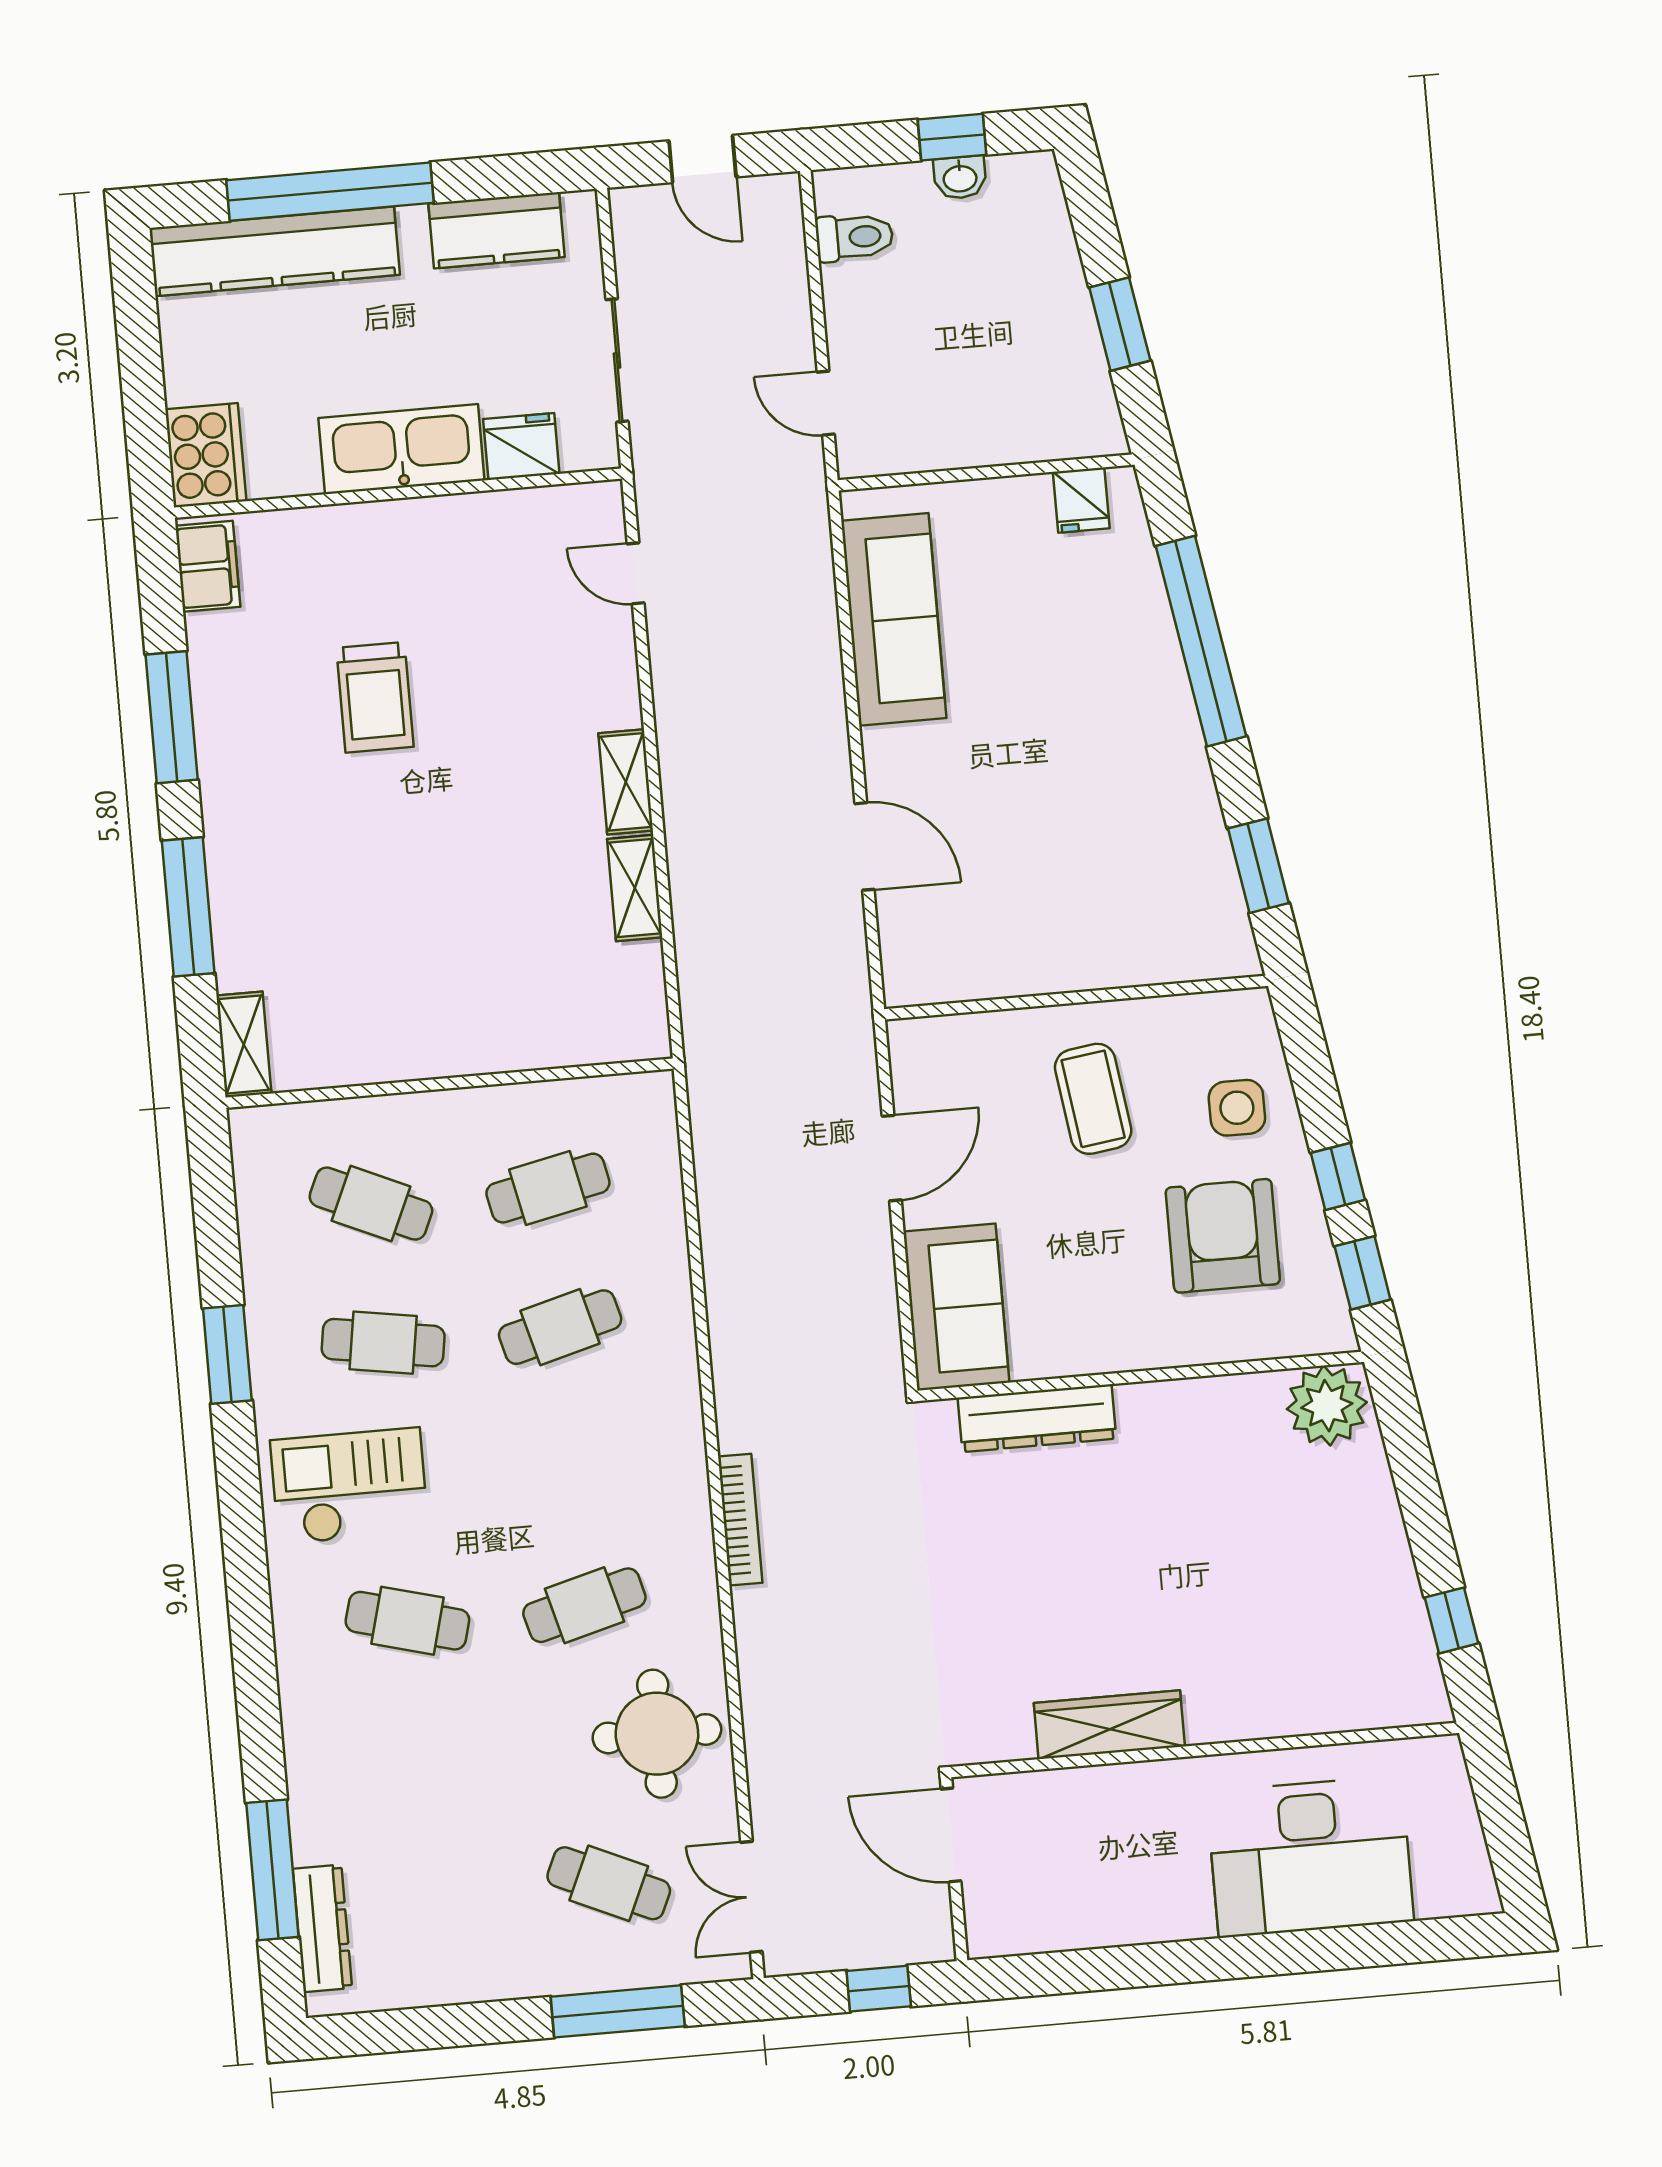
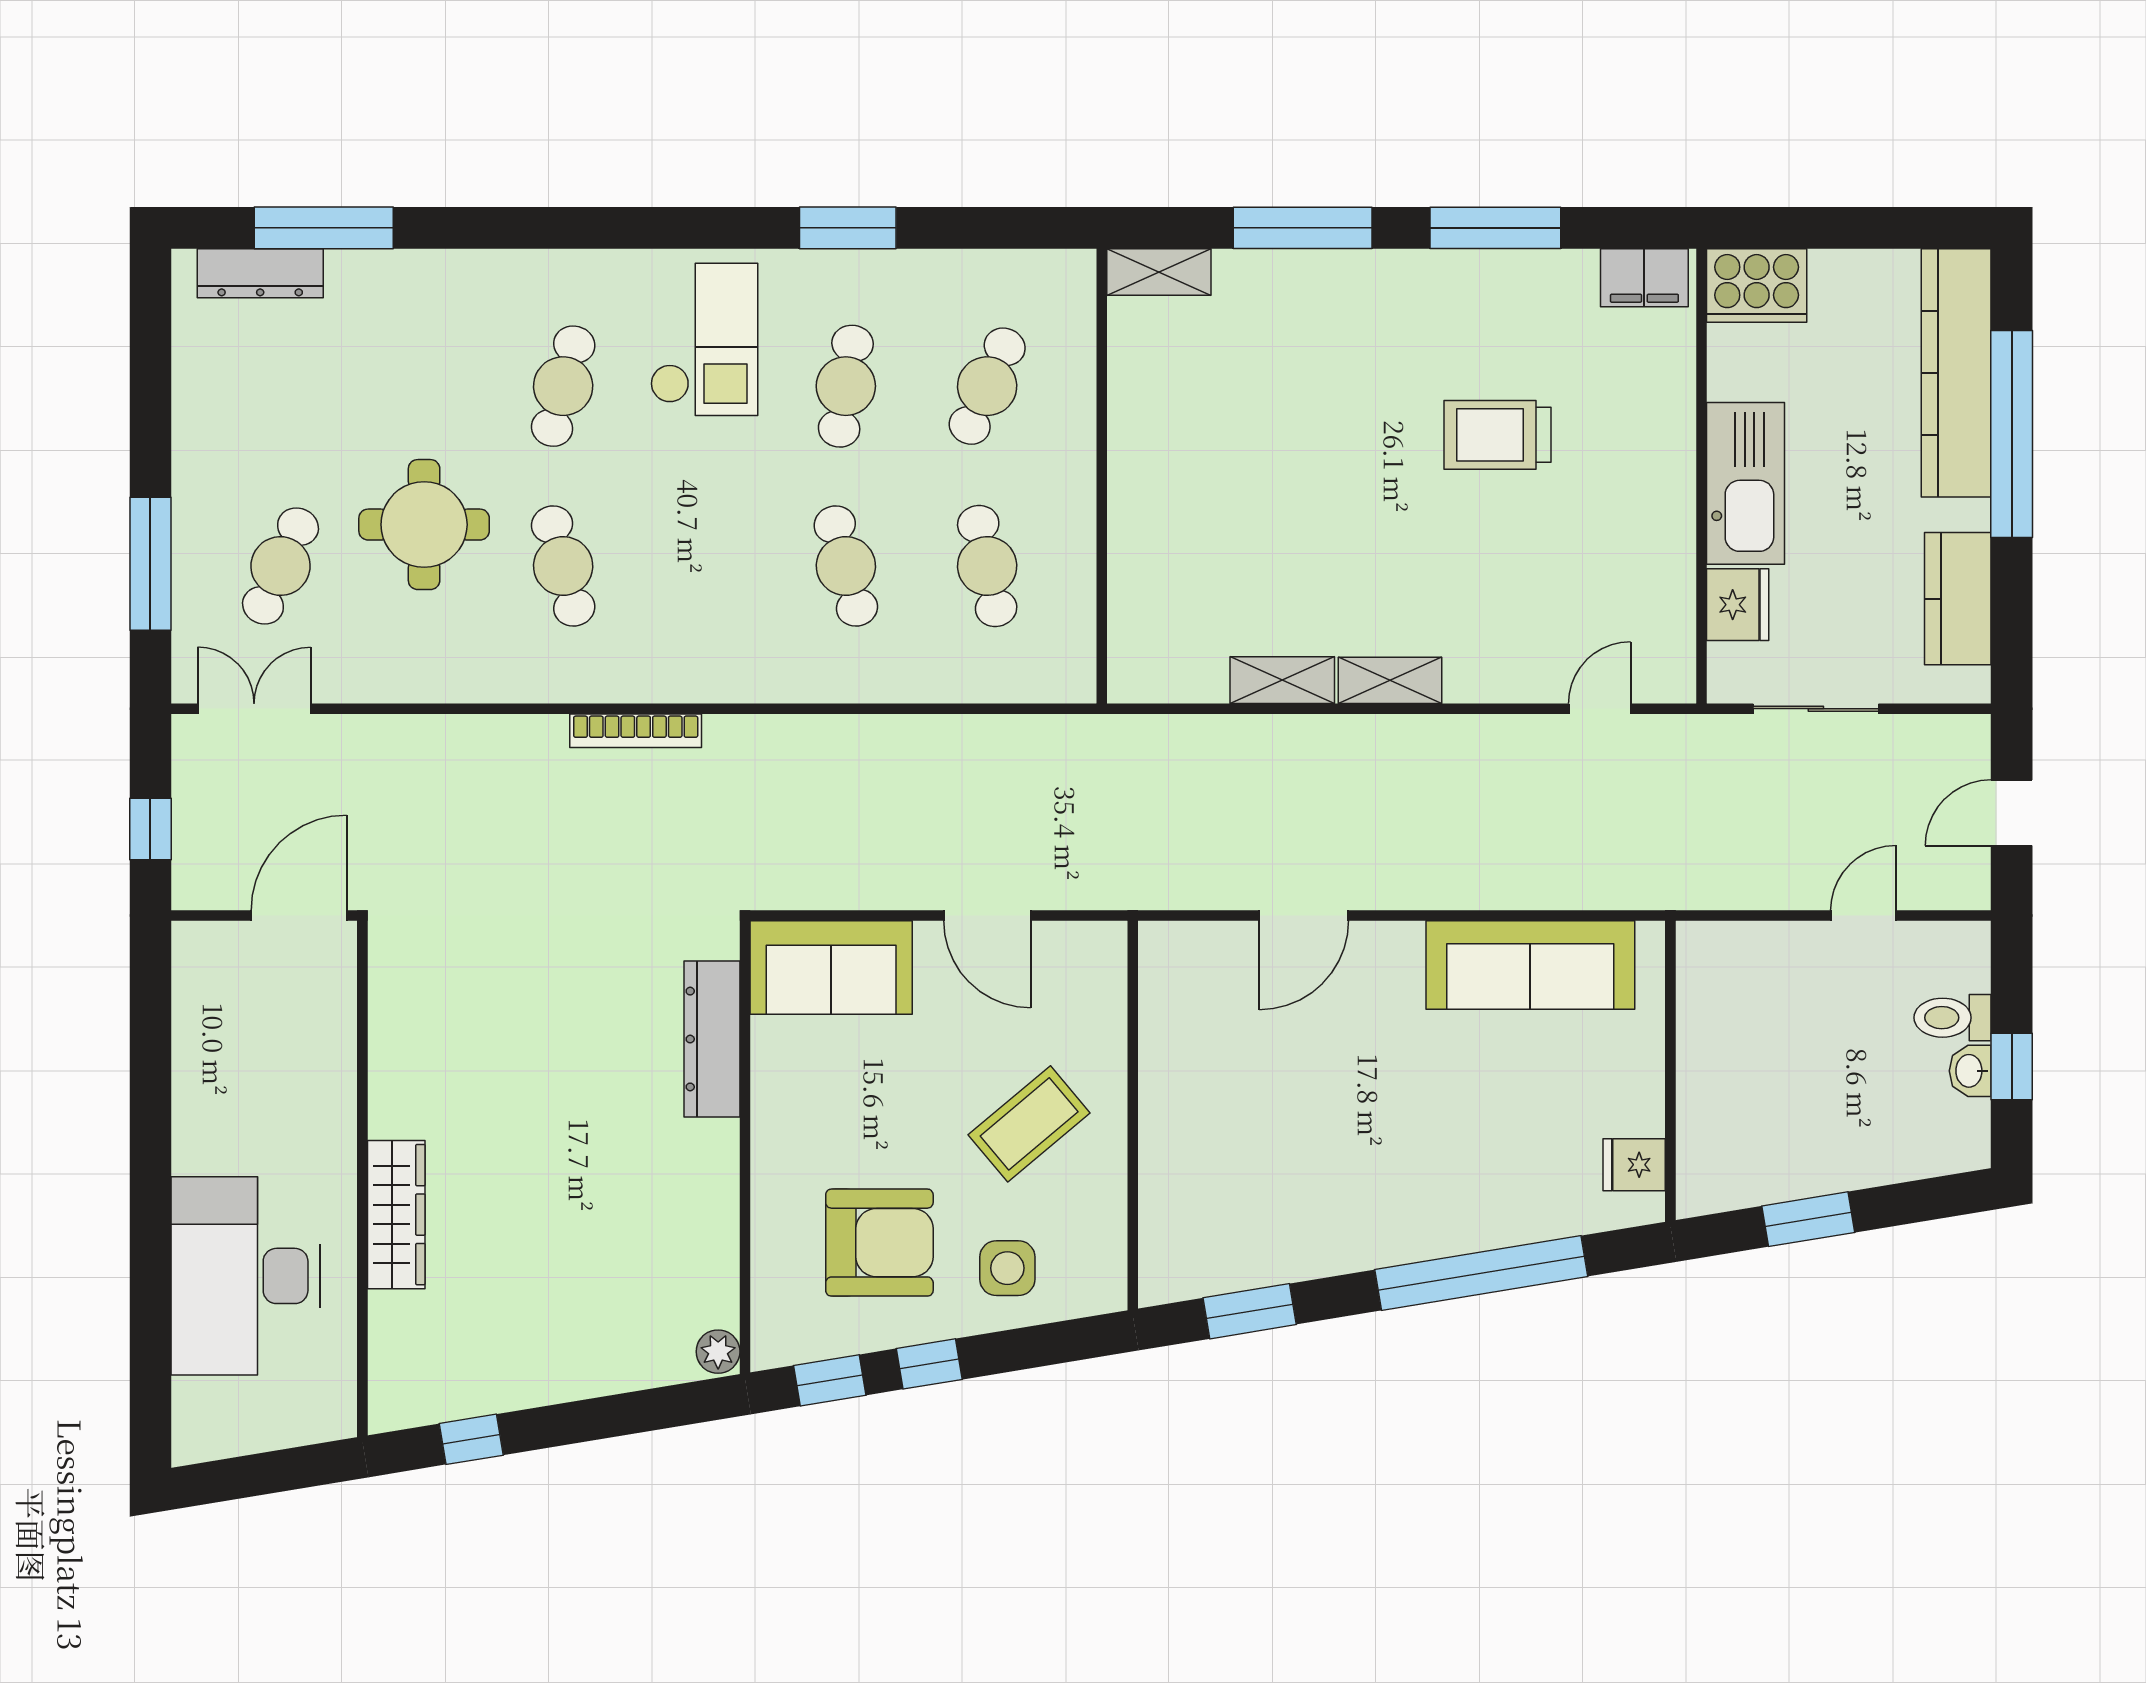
toilet: (854, 237) -> (1953, 1018), moved, turned 90
door: (826, 403) -> (1863, 916), moved
coffee table: (1093, 1099) -> (1029, 1124), turned -32
plant: (1327, 1406) -> (718, 1352), width x0.53, depth x0.53
wardrobe: (1109, 1725) -> (396, 1215), moved
round table: (657, 1734) -> (424, 525), moved

